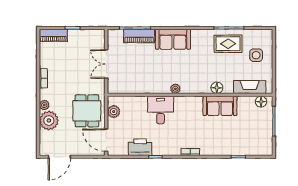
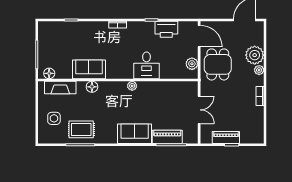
piano: (53, 35) -> (226, 137), moved

